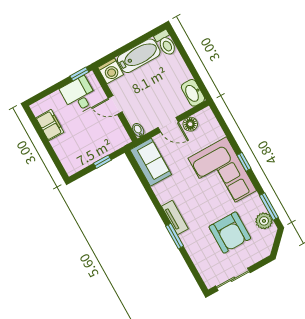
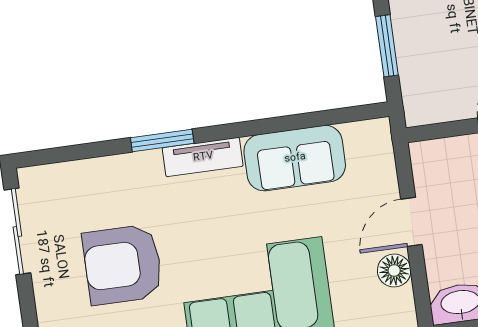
bidet: (138, 130) -> (426, 151), removed
window: (102, 162) -> (387, 46), width x1.50
sofa: (151, 162) -> (295, 158), moved

